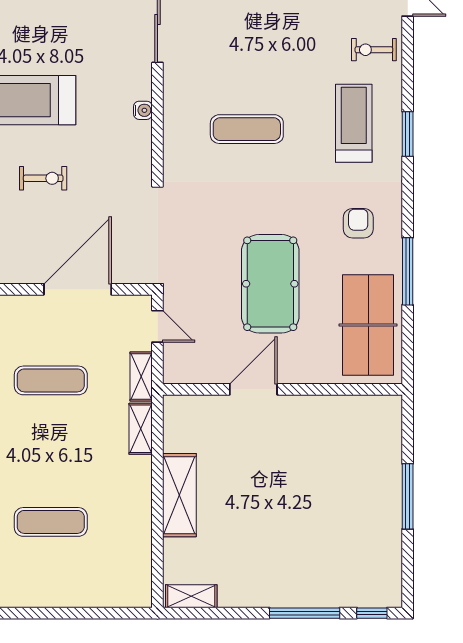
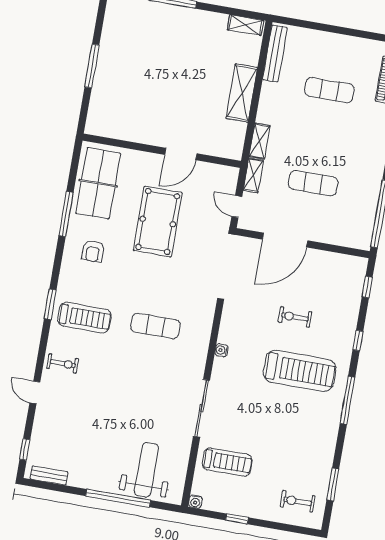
treadmill: (354, 123) -> (84, 318), turned -90
bench: (141, 562) -> (275, 54), added

